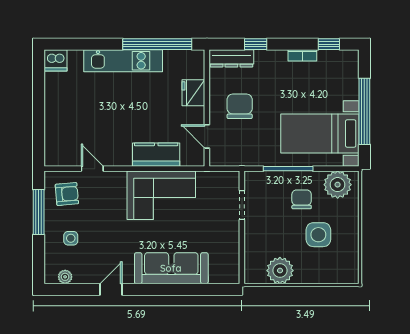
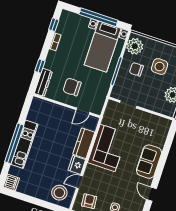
window: (157, 44) -> (14, 143), moved
fridge: (193, 93) -> (77, 165), moved, turned 90
stool: (65, 142) -> (59, 193), added
sofa: (171, 268) -> (149, 162), width x0.73

